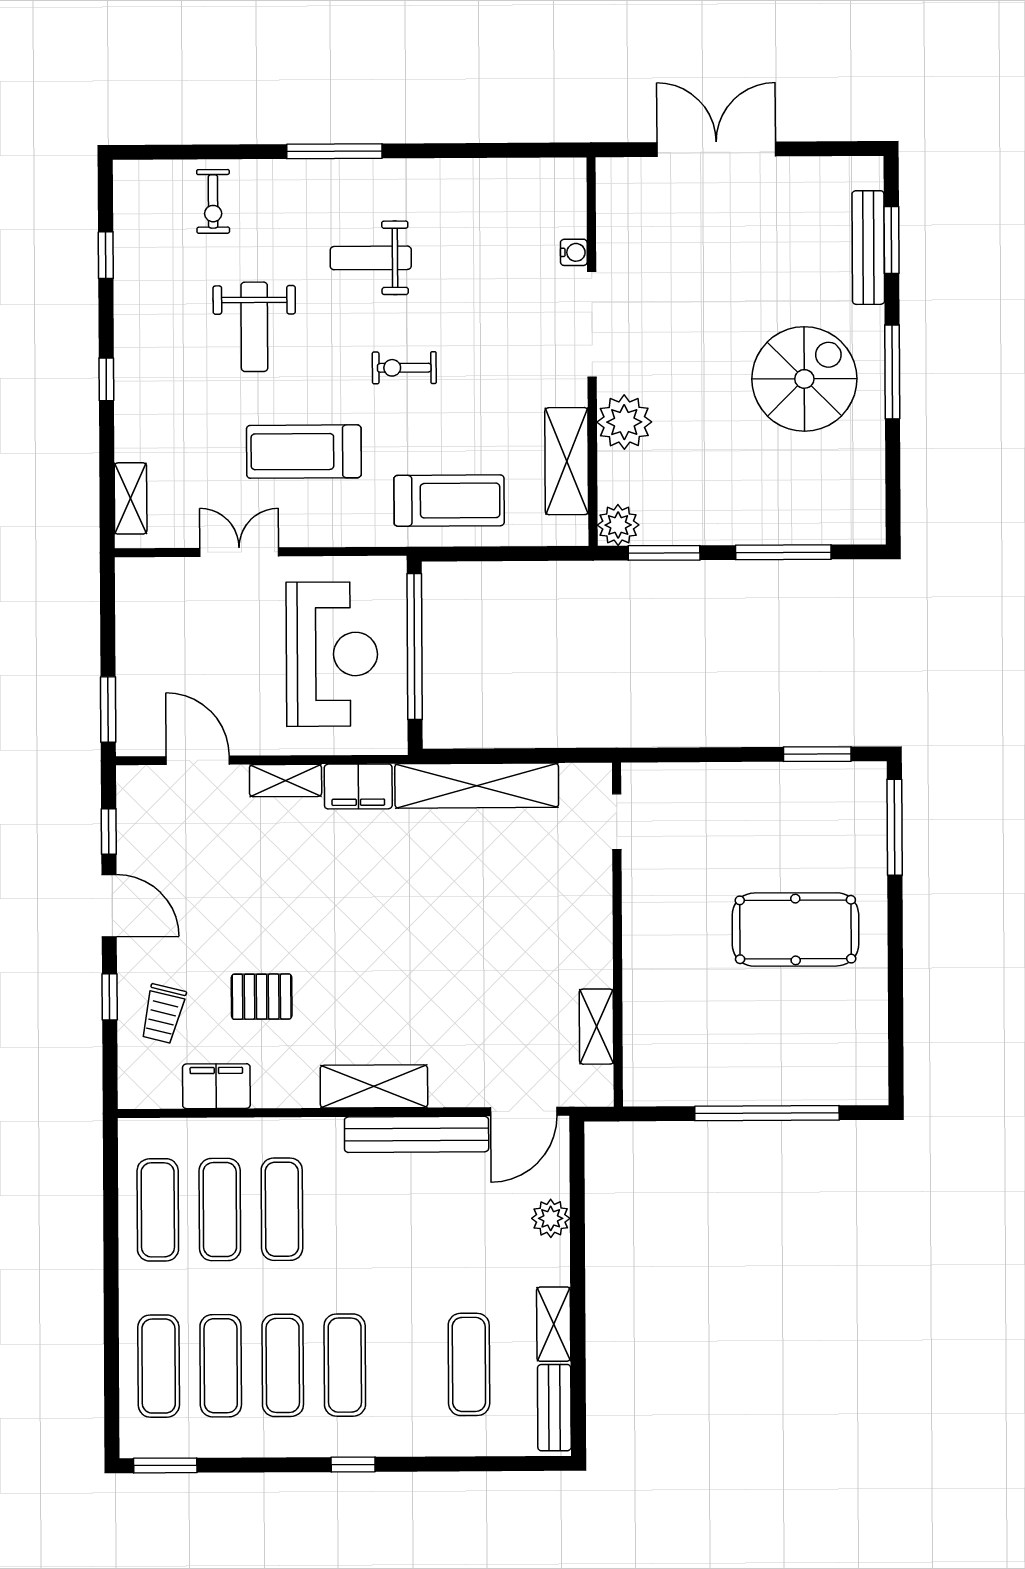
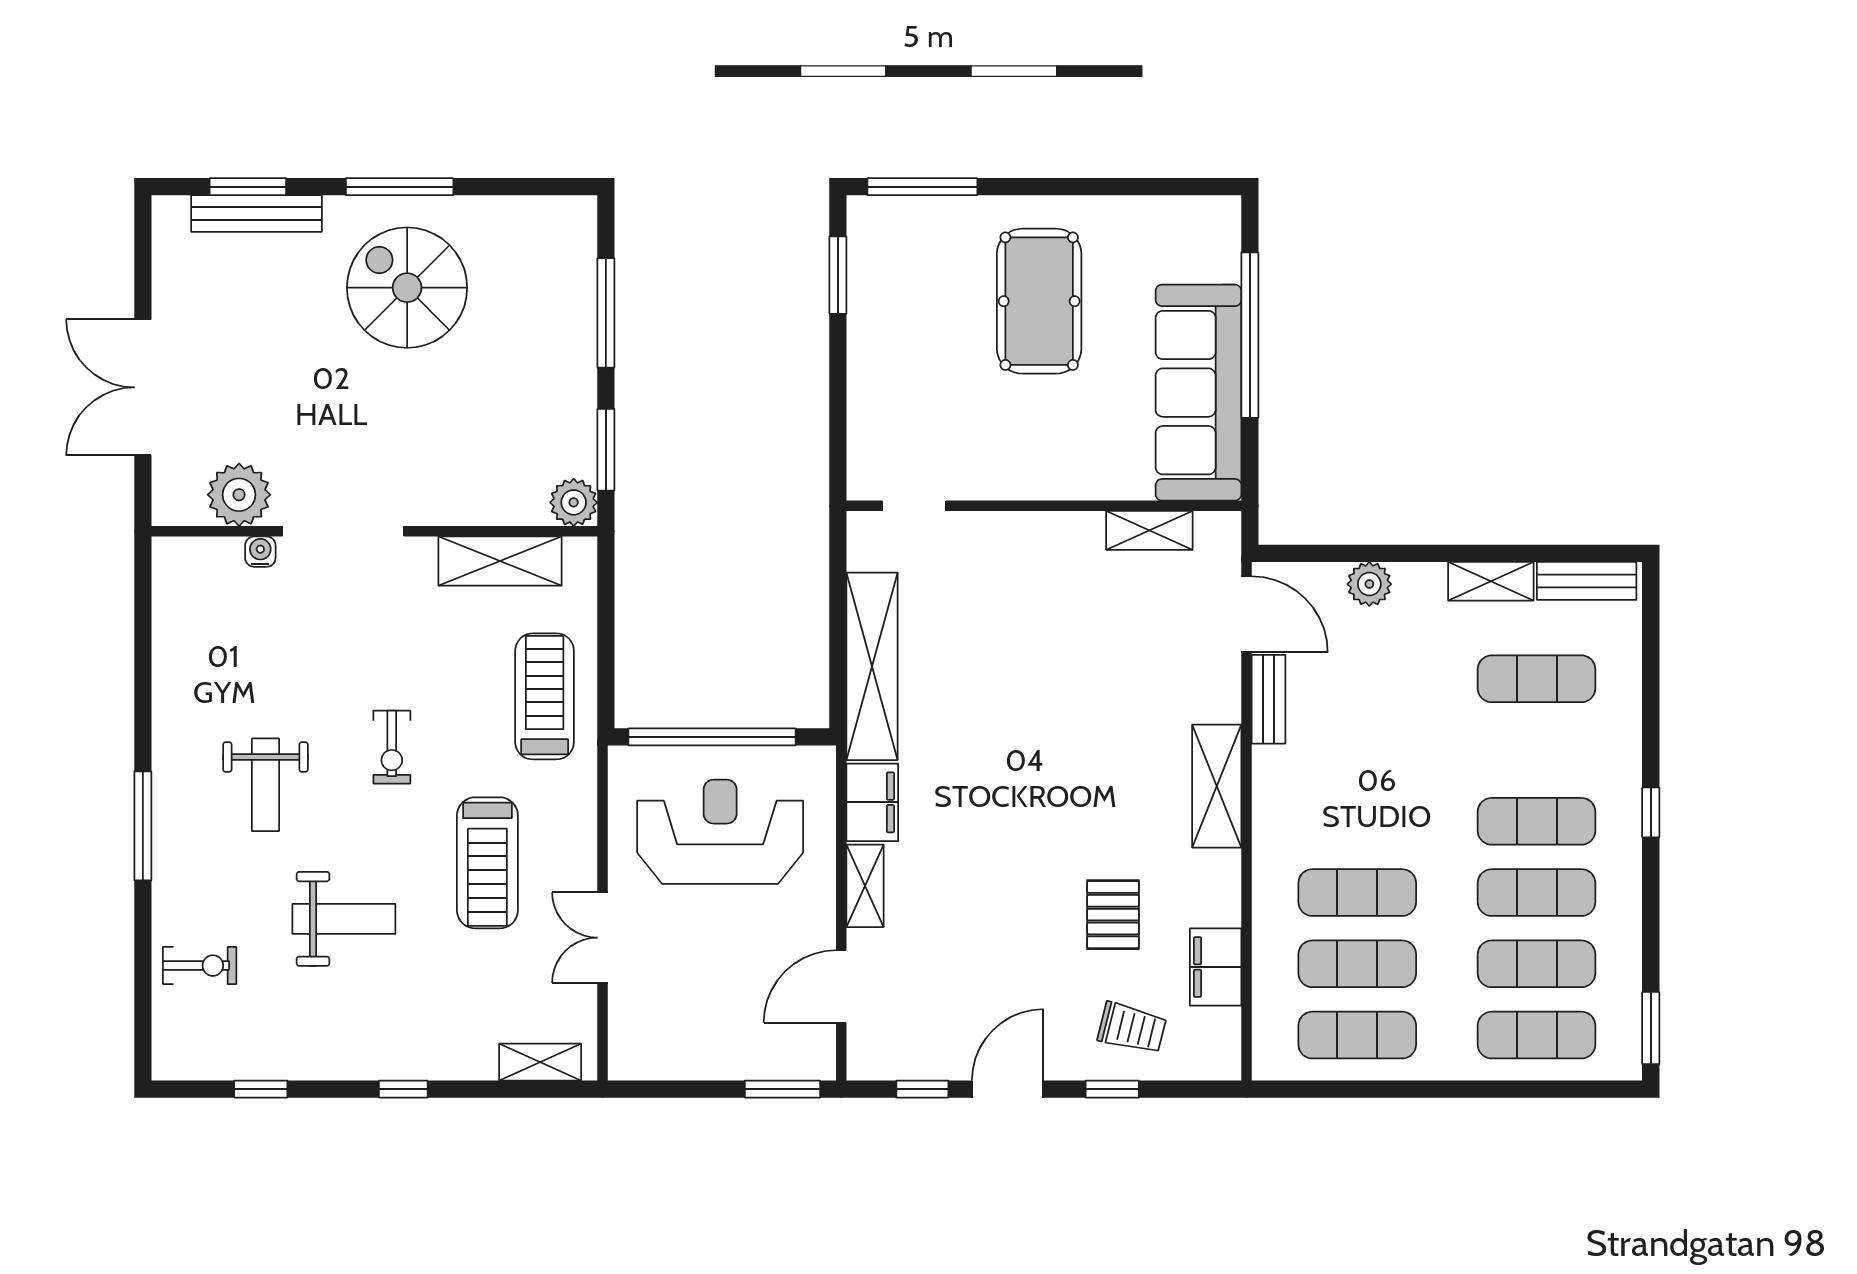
plant: (624, 422) -> (239, 495), moved
sofa: (717, 1069) -> (1198, 393), added
bench: (417, 1134) -> (1268, 699), width x0.54, depth x0.82

